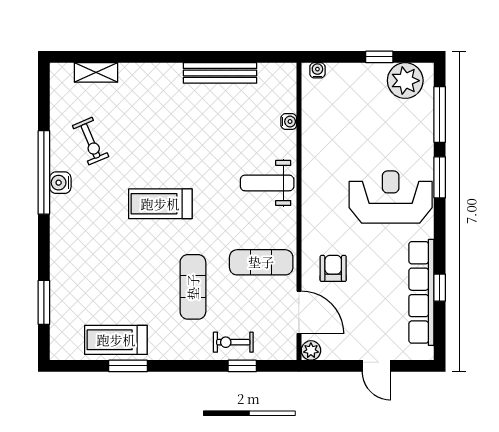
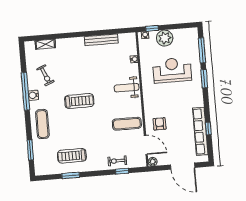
window: (379, 57) -> (152, 28), moved
plant: (405, 81) -> (165, 38), moved
reception desk: (391, 197) -> (172, 70), moved
treadmill: (160, 204) -> (79, 101), turned 180
exercise mat: (193, 287) -> (42, 124), moved
treadmill: (116, 340) -> (72, 156), moved
door: (376, 366) -> (183, 166), width x1.88

